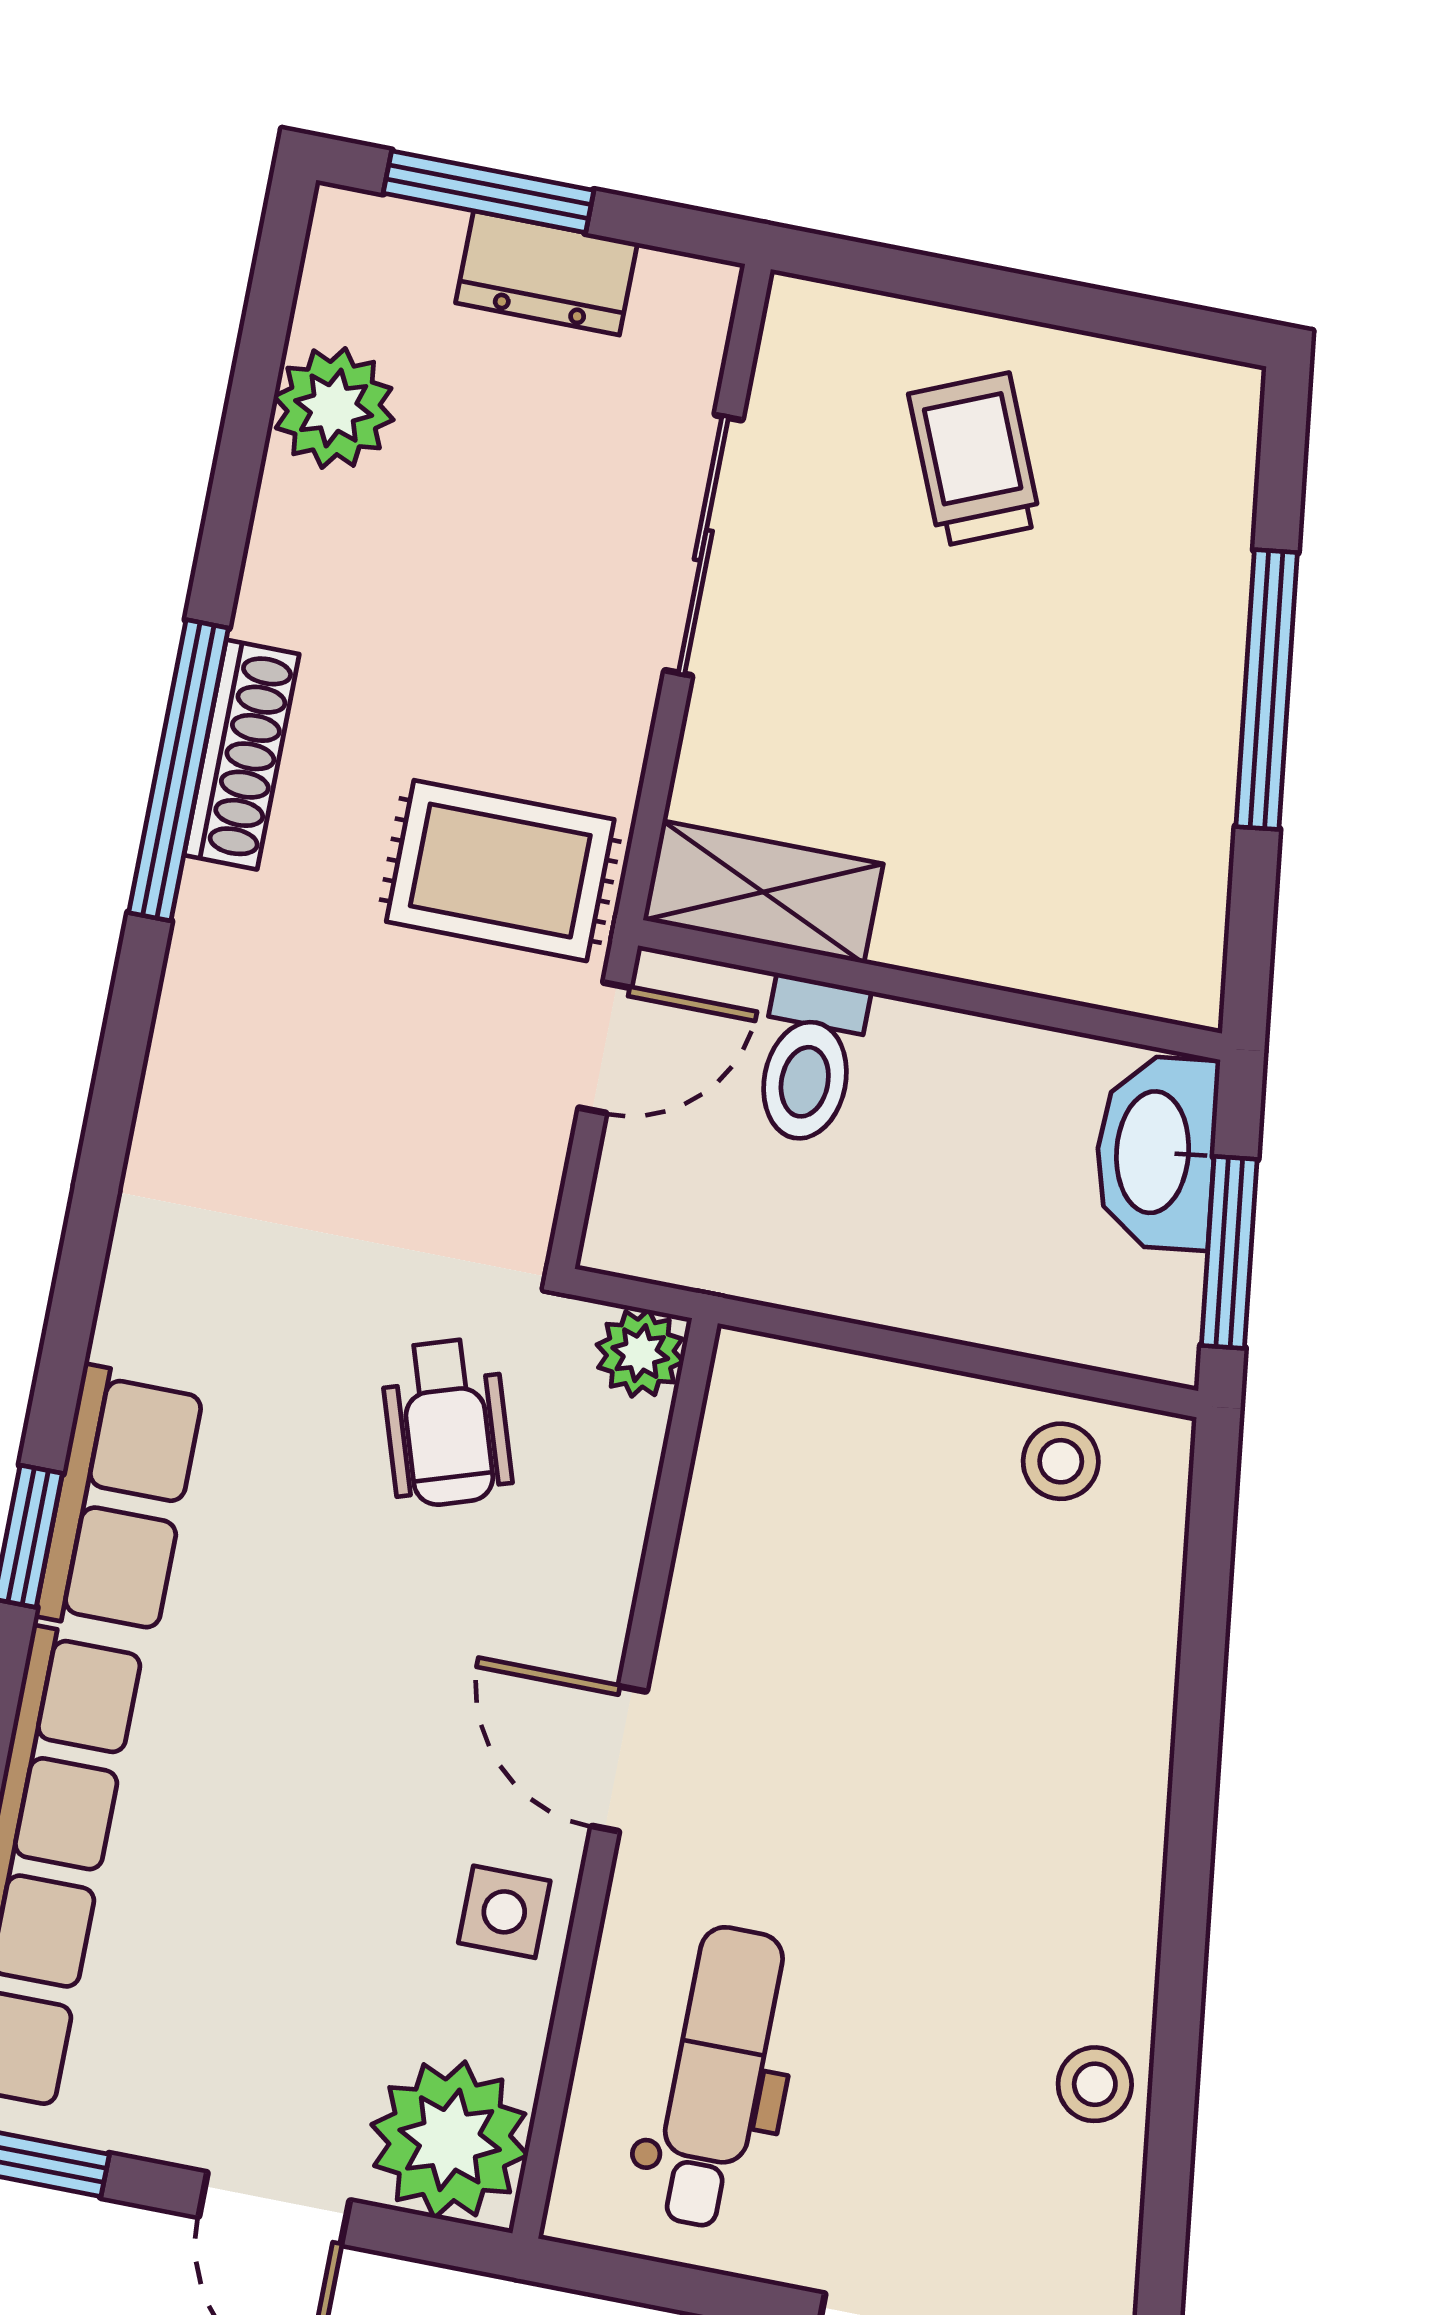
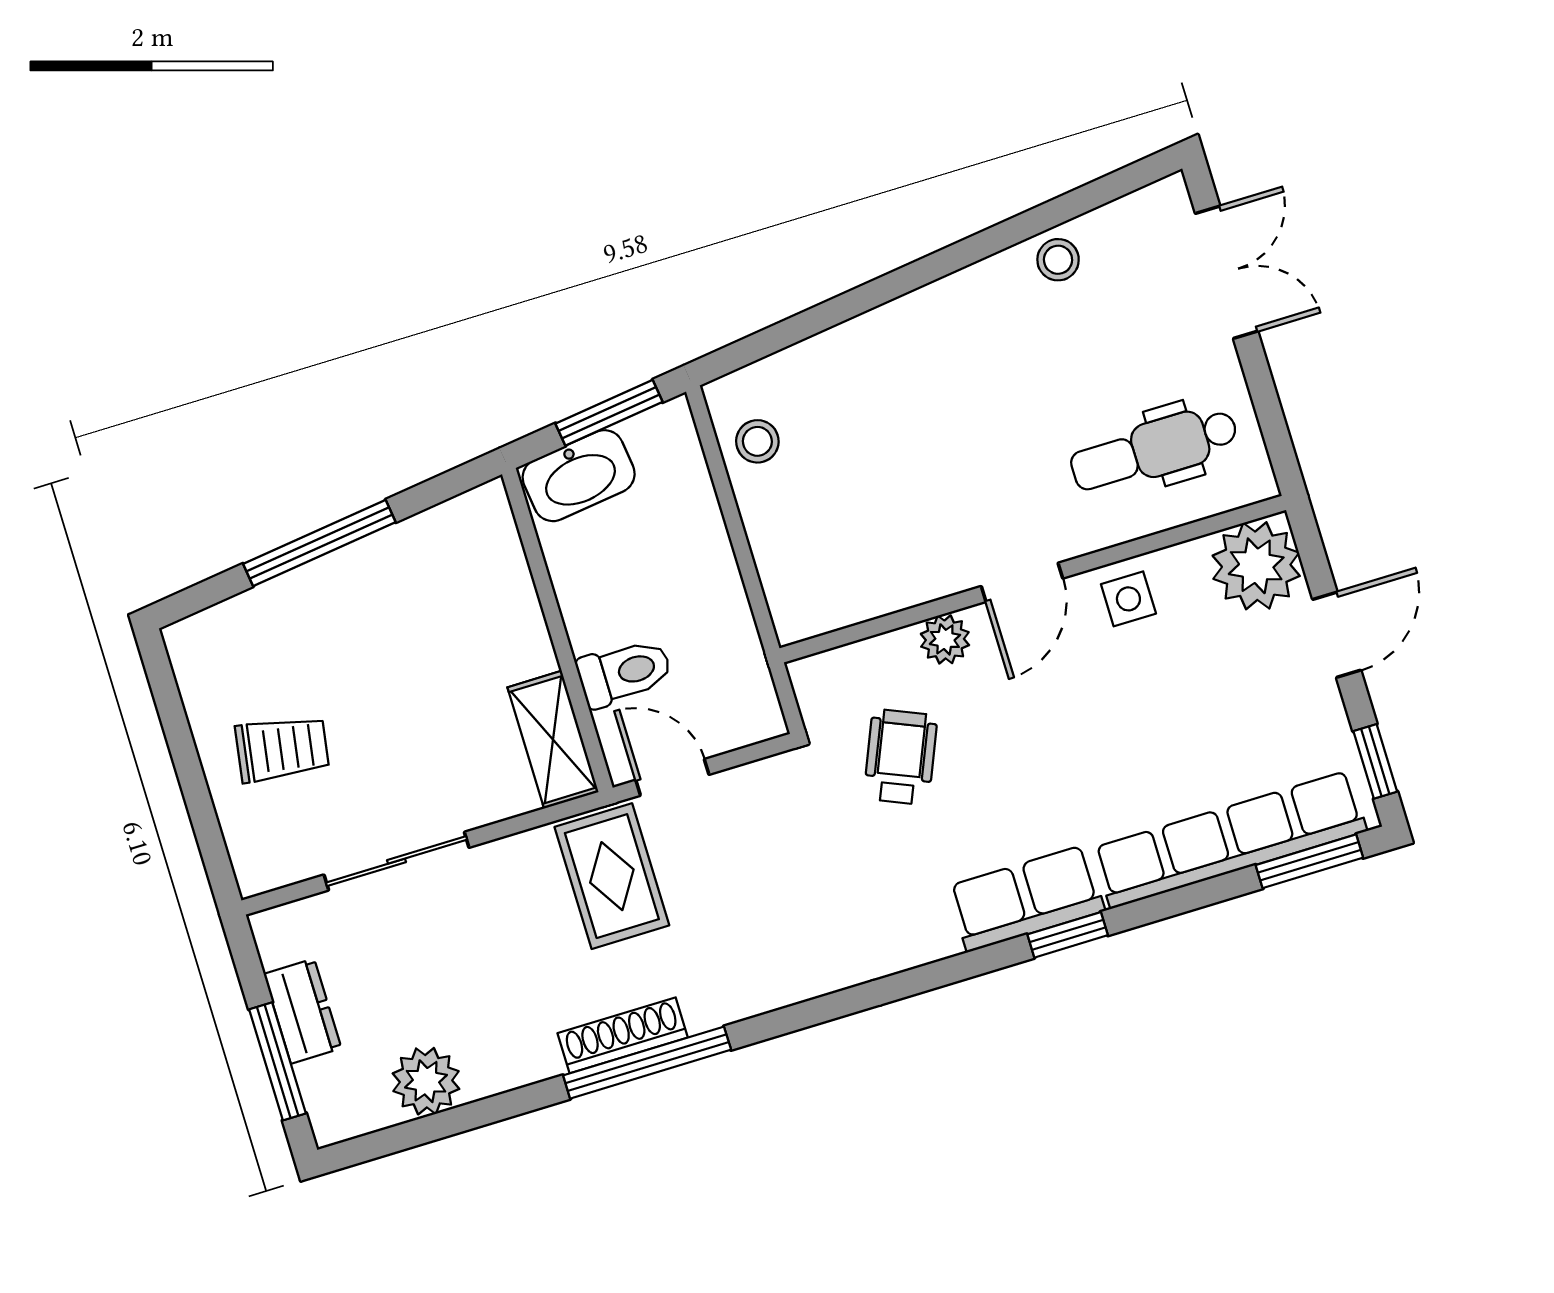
trolley: (975, 459) -> (282, 749), turned -148
plant: (640, 1353) -> (945, 639), moved
wheelchair: (446, 1423) -> (900, 757), turned -49

